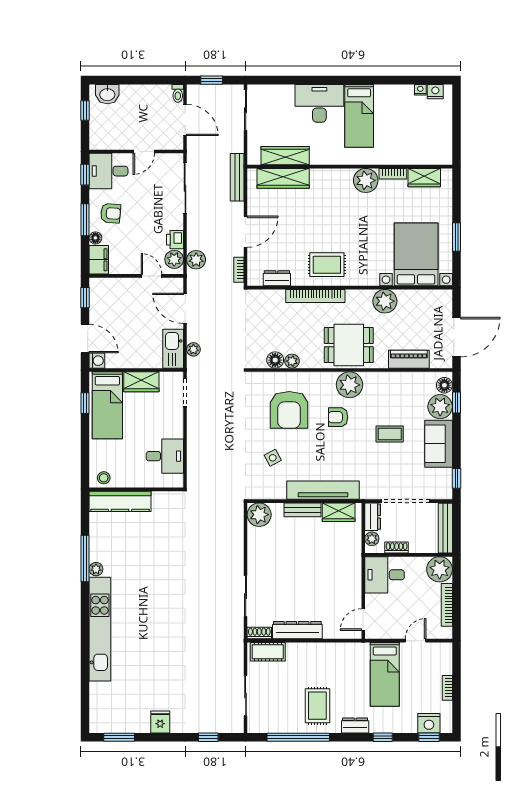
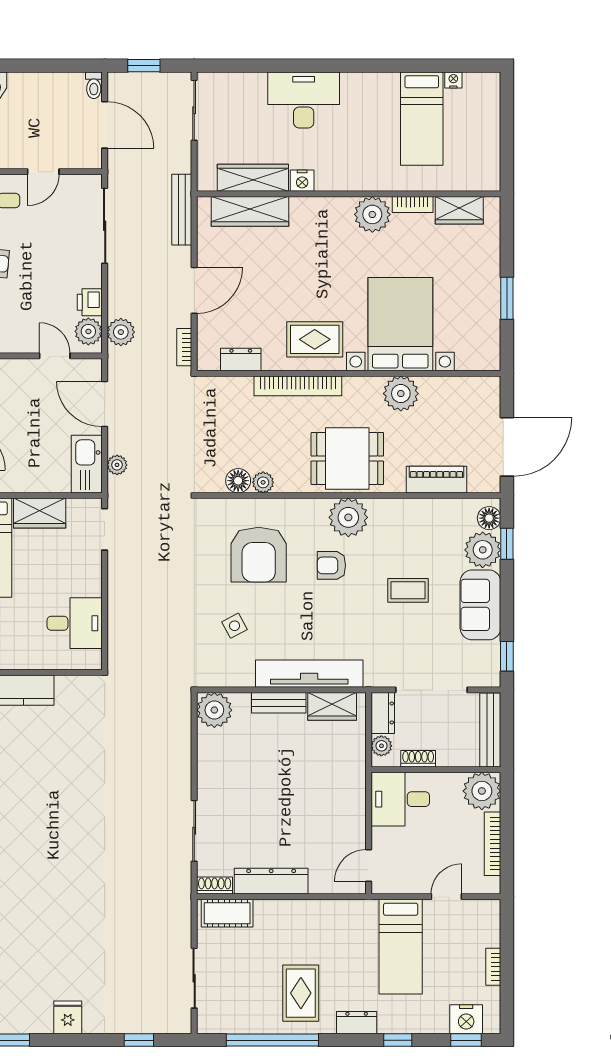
nightstand: (435, 92) -> (302, 181), moved, turned 180
bed: (359, 116) -> (422, 119), moved
bed with nightstands: (416, 254) -> (400, 324), moved

